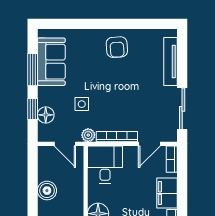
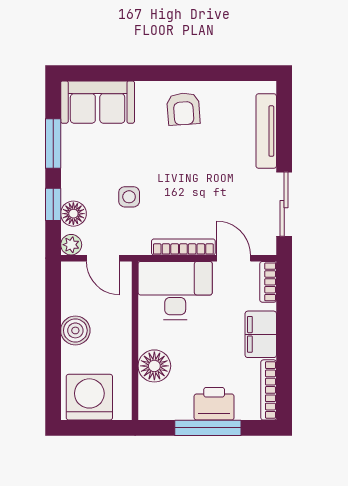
sofa: (51, 62) -> (98, 102), moved, turned 90
plant: (88, 135) -> (71, 245), moved
door: (149, 144) -> (234, 258), swing flipped
desk: (105, 165) -> (175, 290), width x1.37

